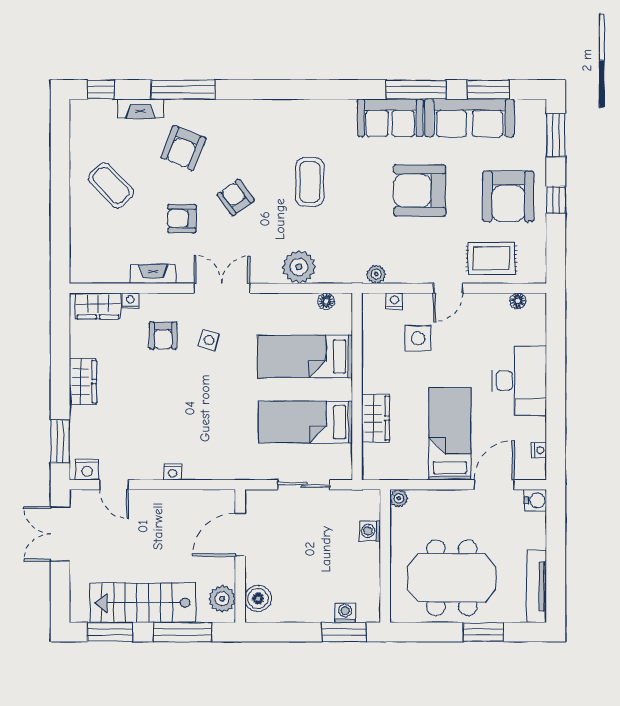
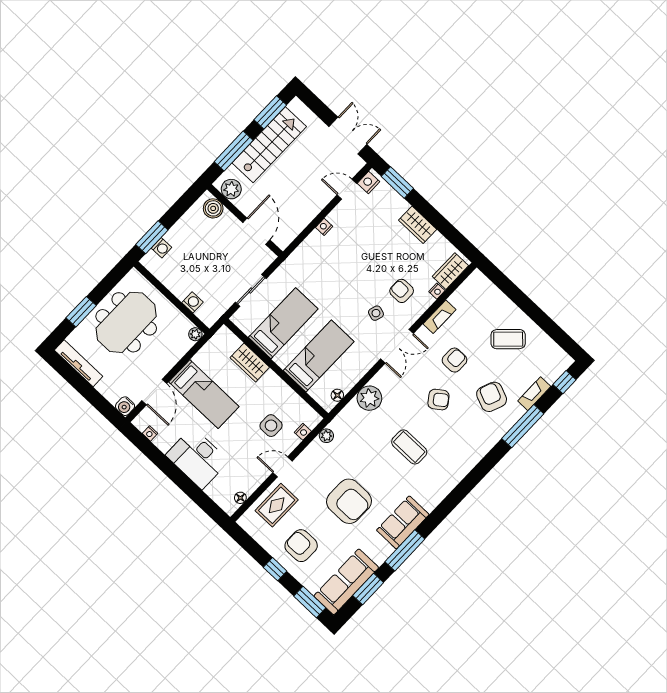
sofa: (469, 118) -> (346, 582), moved
armchair: (420, 191) -> (349, 501), turned 90
armchair: (508, 196) -> (301, 546), width x0.73, depth x0.73
door: (448, 288) -> (282, 467), hinge flipped

